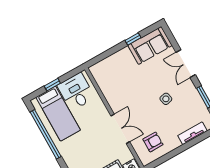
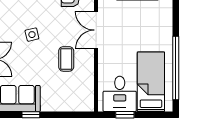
window: (52, 85) -> (125, 115), moved
coffee table: (130, 95) -> (66, 59), added

